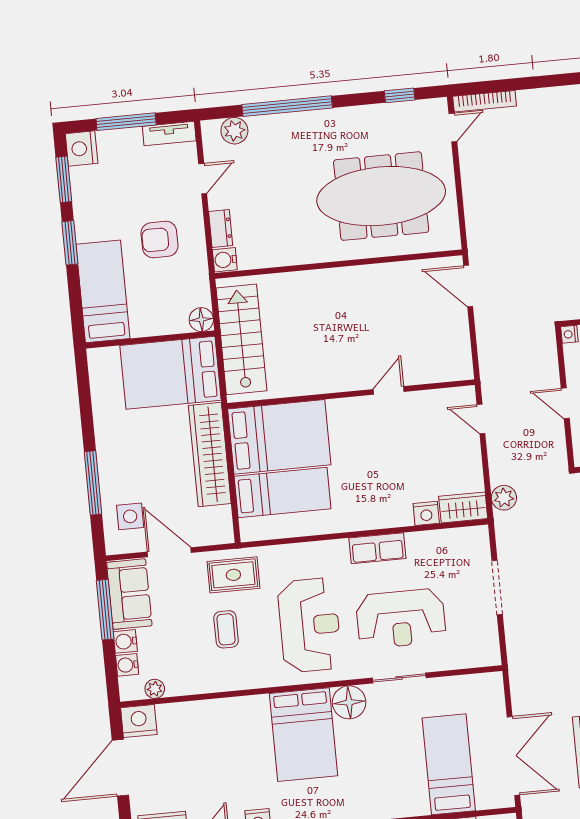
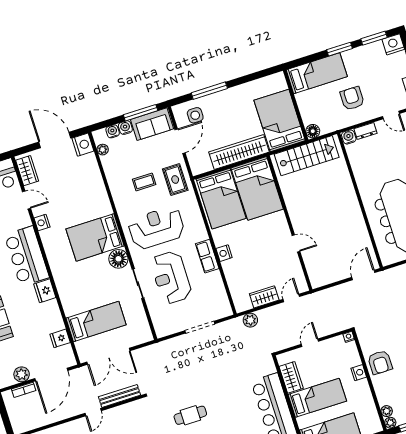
bed: (283, 493) -> (221, 199), width x1.50
wardrobe: (463, 507) -> (264, 297), moved, turned -90
nightstand: (426, 513) -> (224, 253), moved
reception desk: (310, 625) -> (156, 228), turned 180

